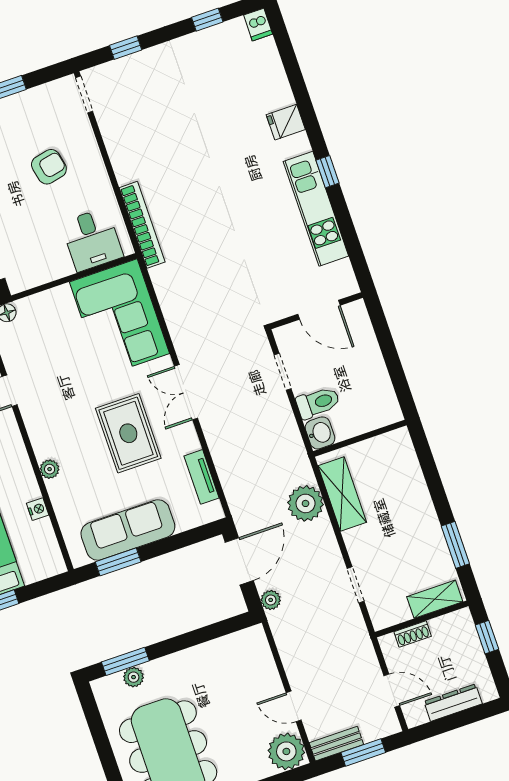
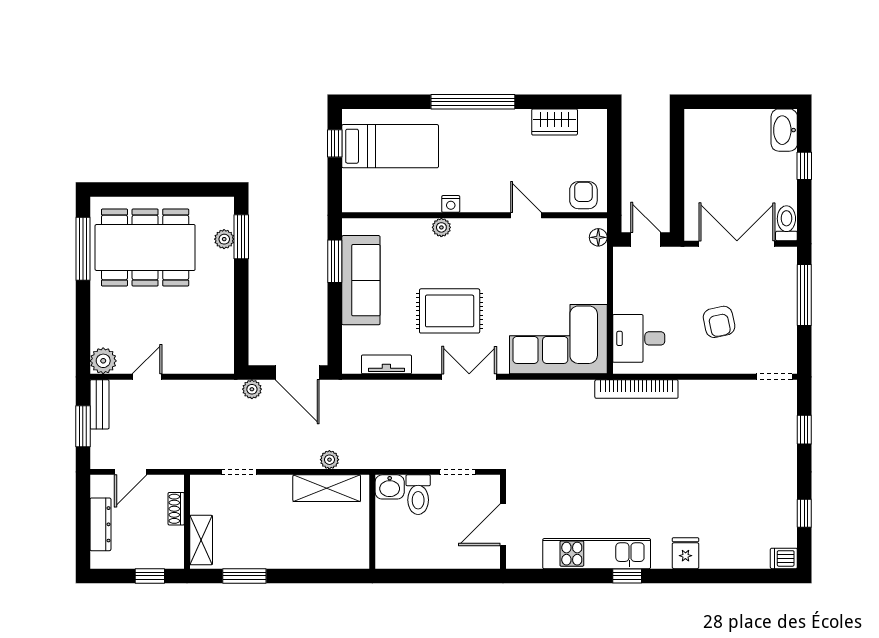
plant: (306, 503) -> (329, 460), width x0.53, depth x0.53
nightstand: (38, 509) -> (451, 204), moved
plant: (286, 751) -> (103, 361), width x0.73, depth x0.73

